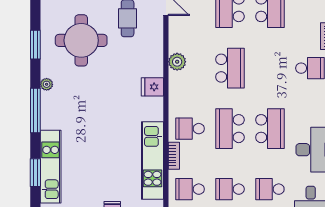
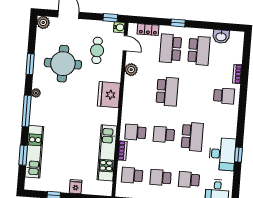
plant: (177, 62) -> (131, 70), moved
fridge: (152, 87) -> (109, 95), width x1.88, depth x1.34
school desk: (230, 129) -> (164, 134), width x0.54

